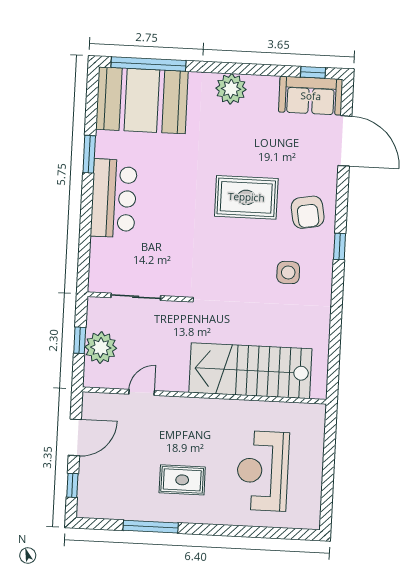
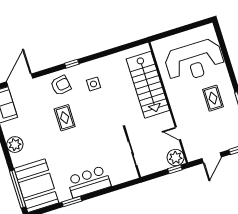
rug: (246, 197) -> (65, 118), width x0.73, depth x0.70
window: (80, 340) -> (175, 169), moved
plant: (101, 348) -> (176, 158), moved
door: (75, 437) -> (212, 158), swing flipped
reception desk: (263, 471) -> (194, 61), width x1.36, depth x1.30

